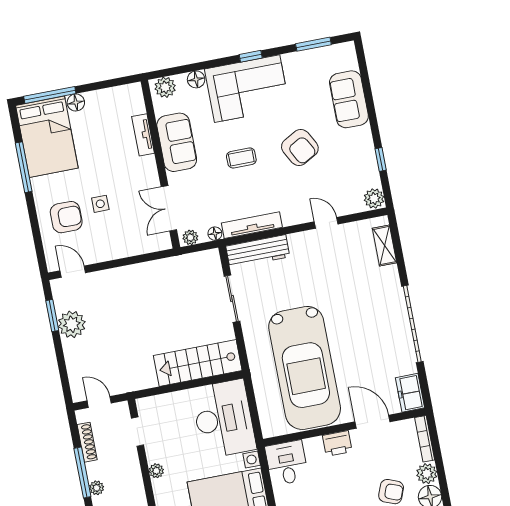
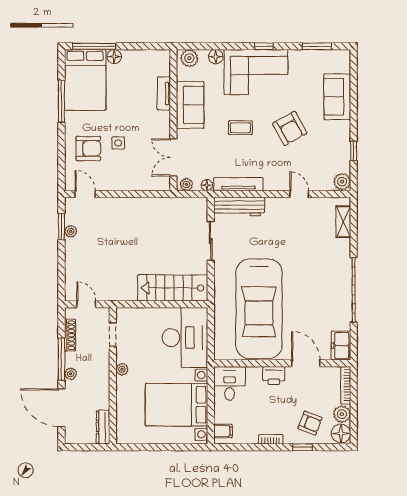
plant: (72, 324) -> (71, 231), width x0.53, depth x0.53

